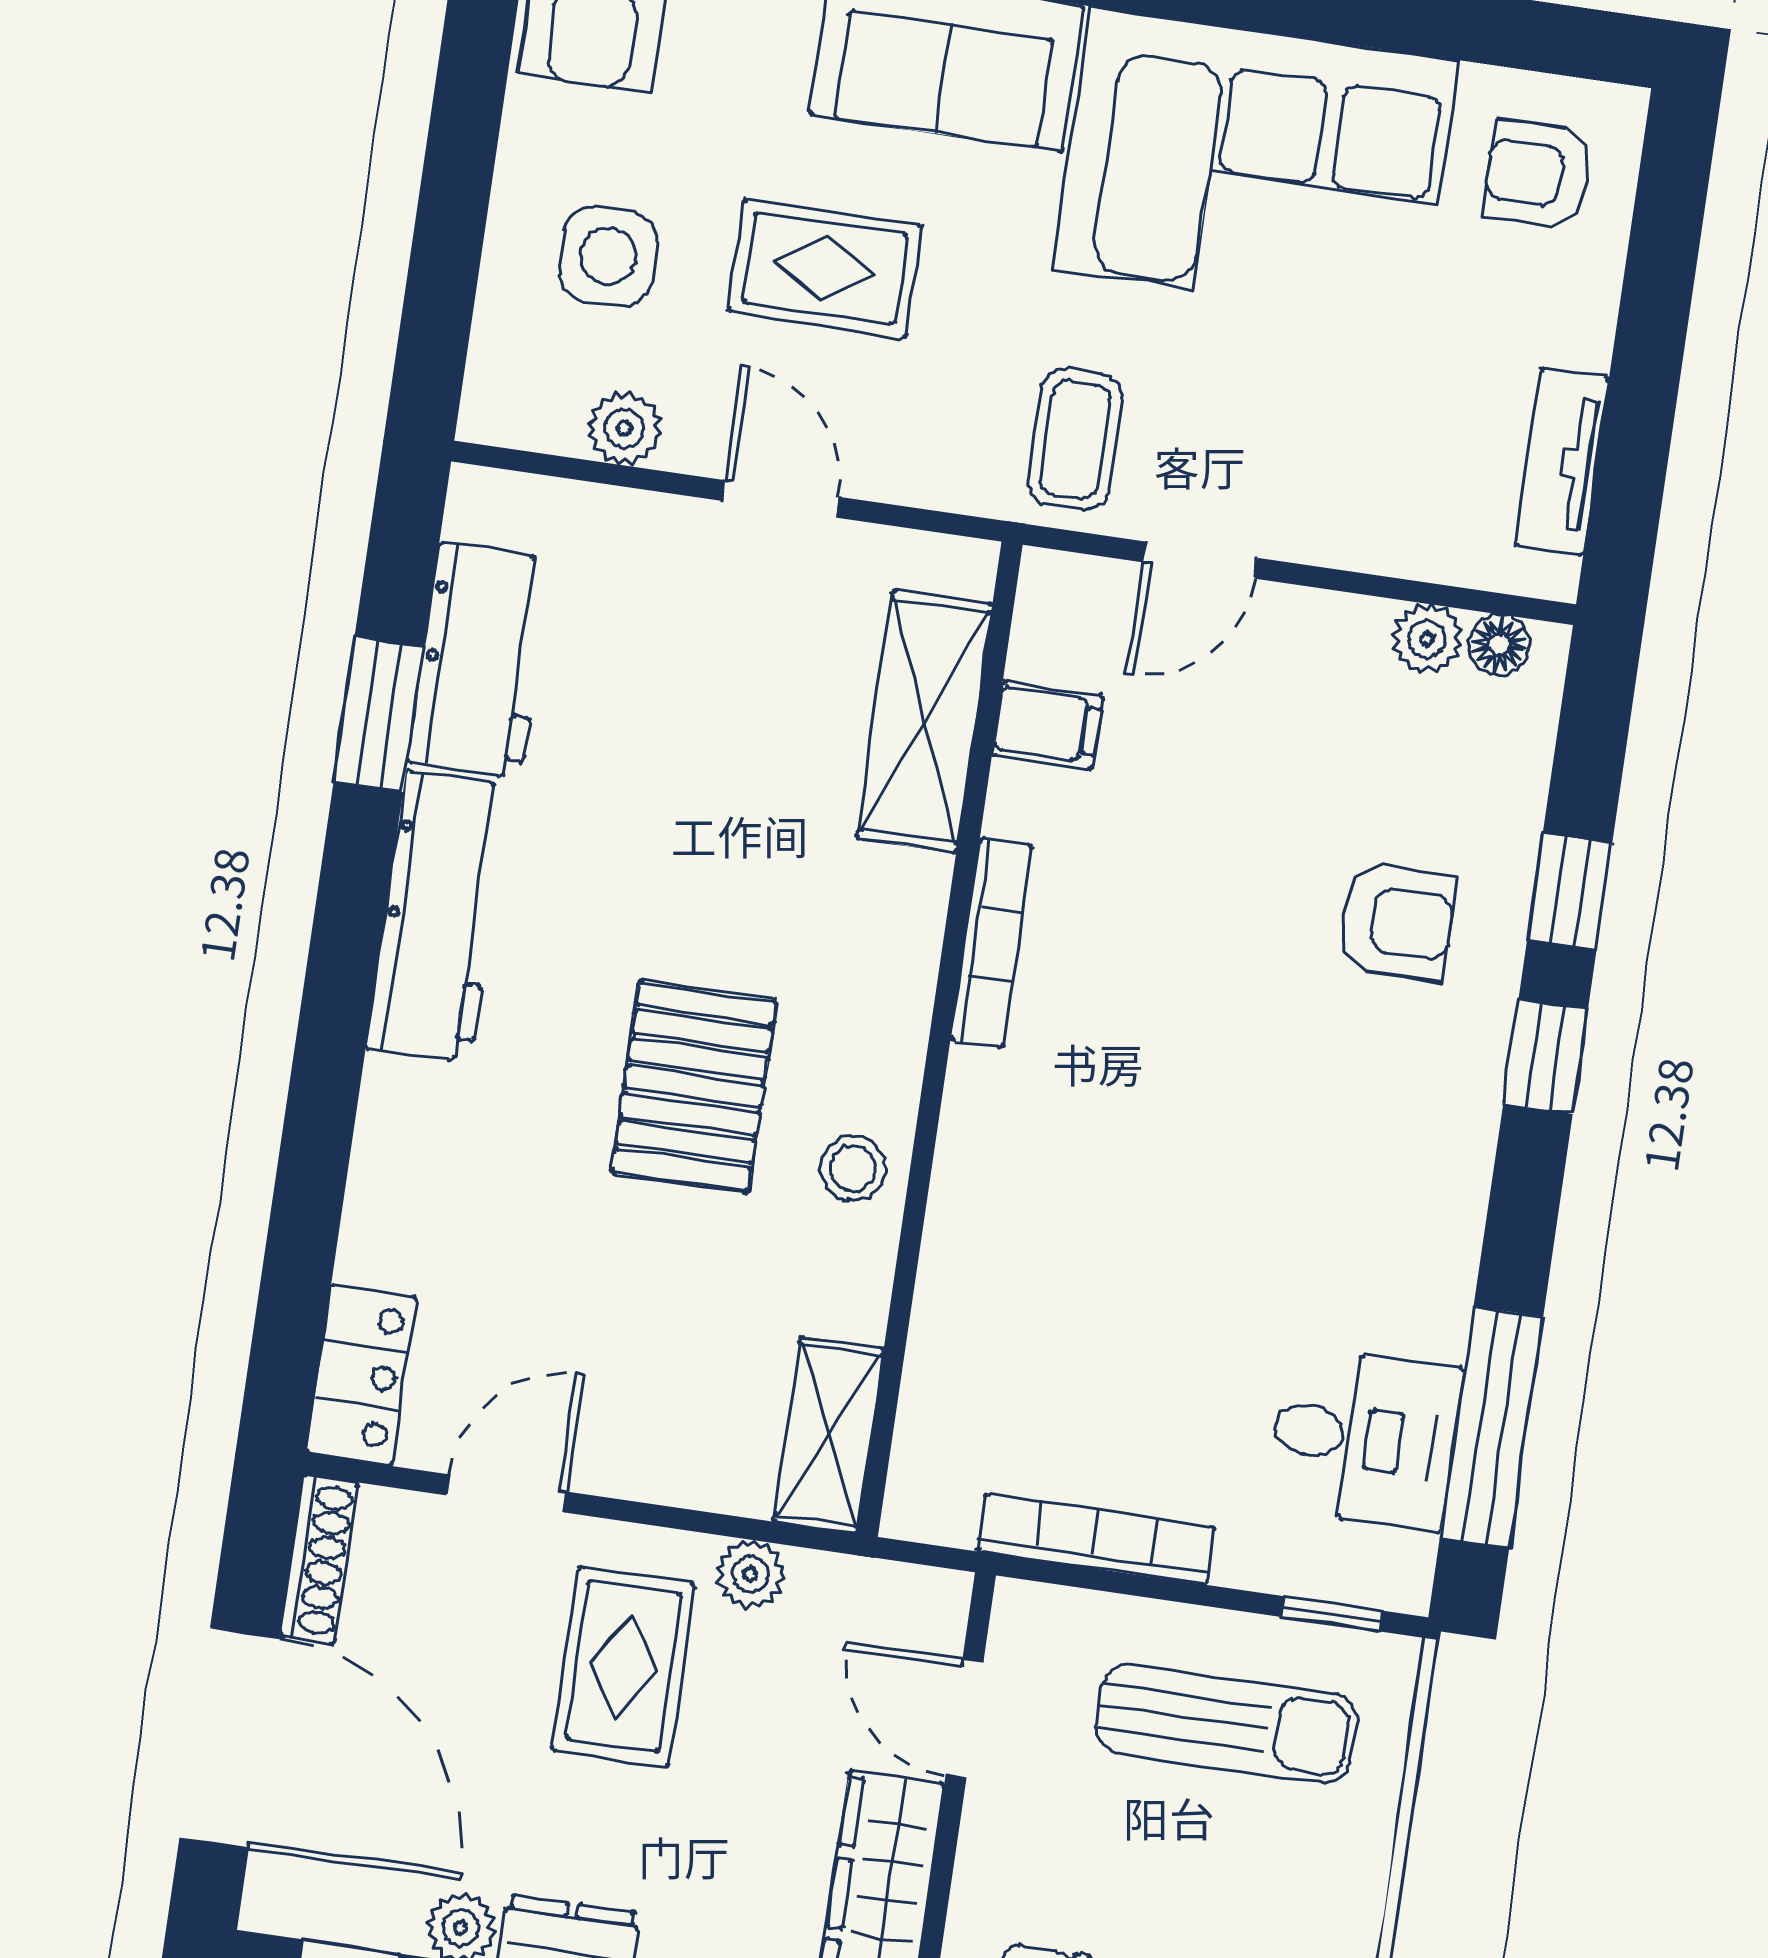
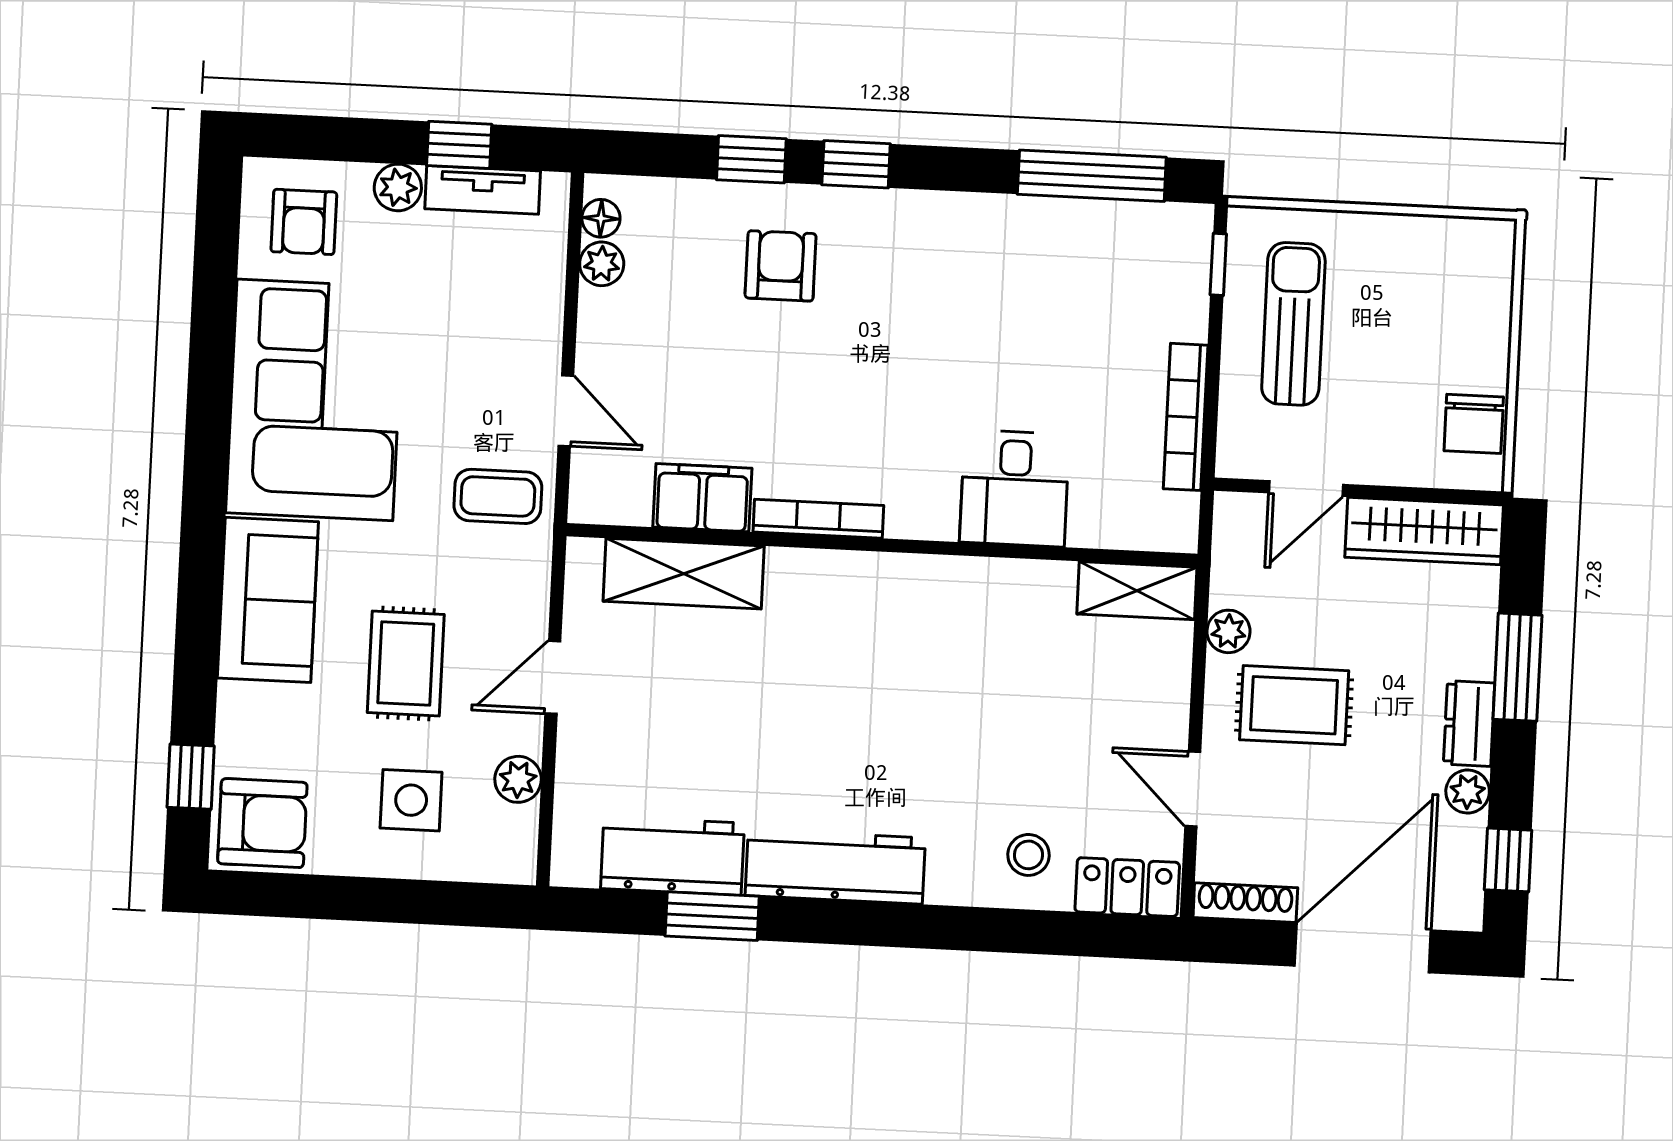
plant: (1579, 328) -> (398, 187), added
window: (1637, 432) -> (459, 145), added
filing cabinet: (1047, 725) -> (702, 498), width x2.00
pallet: (694, 1087) -> (926, 696), removed
stool: (853, 1168) -> (1029, 855), moved
desk: (1364, 1438) -> (1014, 488), moved, turned 180

